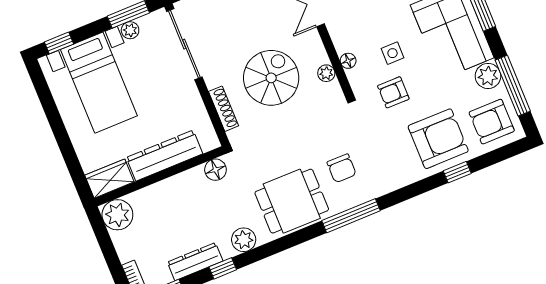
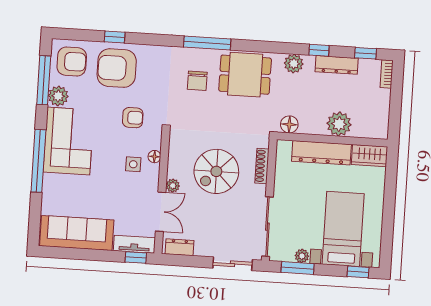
side table: (393, 53) -> (133, 164), moved
plant: (326, 73) -> (173, 186), moved
chair: (342, 168) -> (197, 81), turned 180
plant: (117, 215) -> (339, 124), moved

